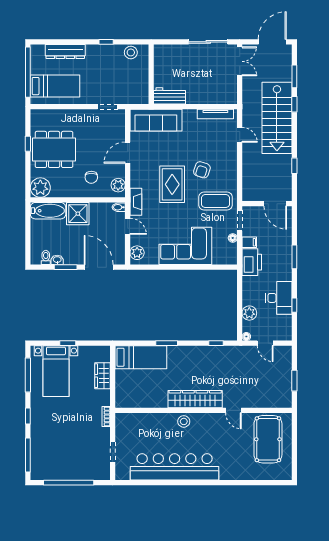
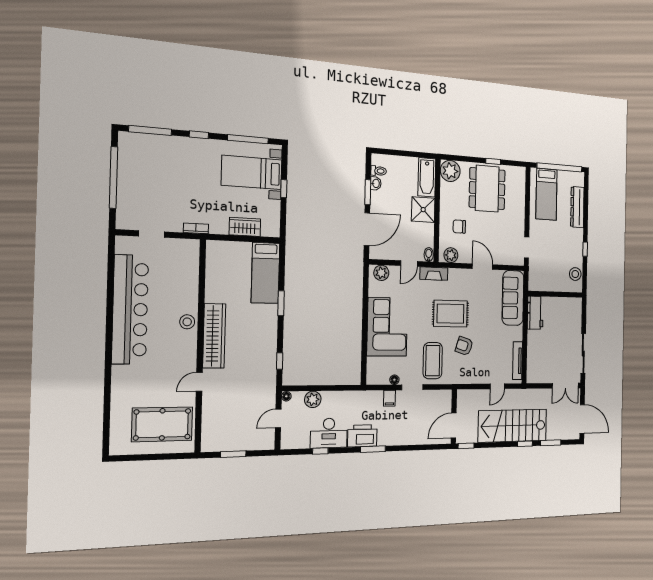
wall: (267, 204) -> (454, 416), moved
door: (275, 204) -> (454, 425), moved
printer: (252, 262) -> (362, 436), moved, turned 180

